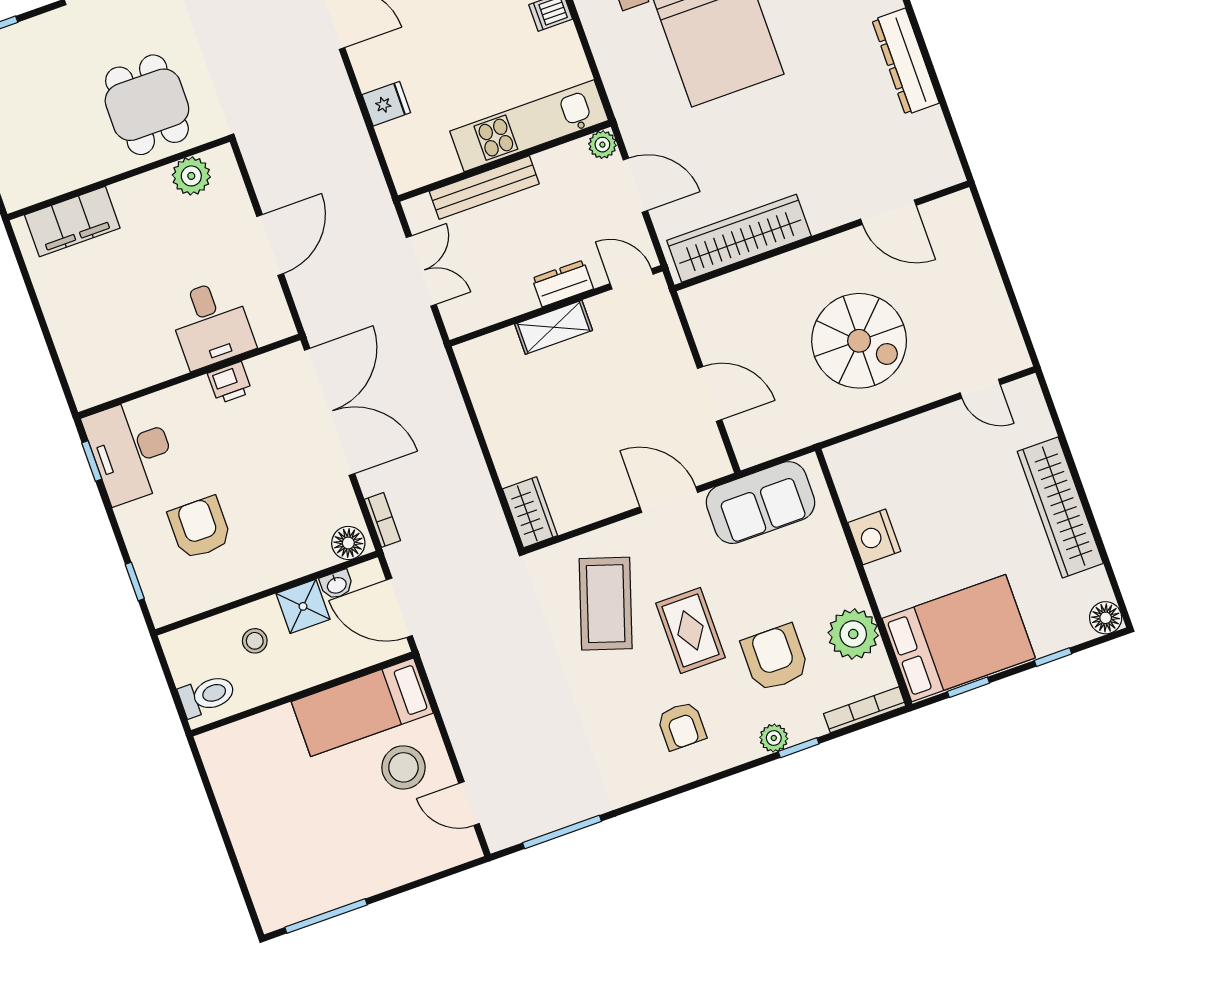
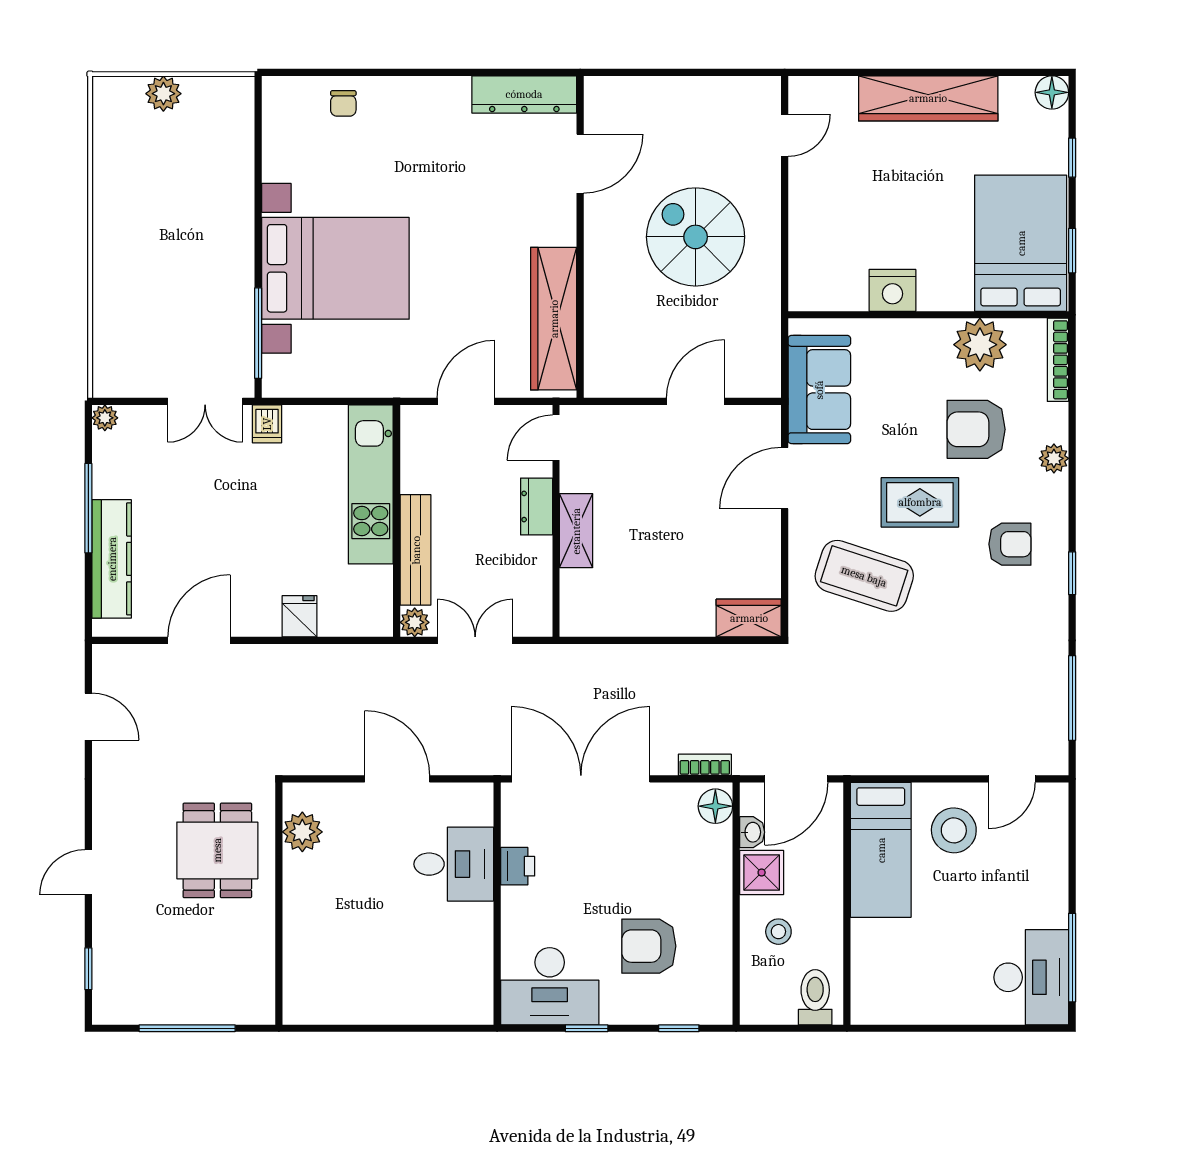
dresser: (905, 62) -> (524, 94), moved
dining table: (147, 105) -> (217, 850), turned 90
plant: (602, 145) -> (415, 622), moved
filing cabinet: (72, 221) -> (305, 964), removed
spiral stairs: (859, 341) -> (696, 237), turned -90
window: (92, 461) -> (587, 1028), moved
window: (799, 748) -> (1072, 573), moved
desk: (295, 885) -> (1031, 977), added

